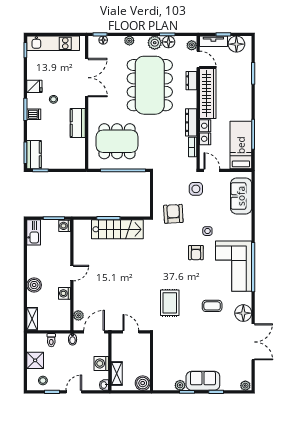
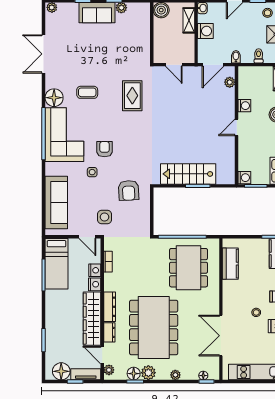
dresser: (191, 122) -> (110, 307), moved
kitchen counter: (78, 123) -> (230, 264), moved
dining table: (117, 141) -> (189, 268), turned 90
sofa: (241, 196) -> (56, 202), width x1.36
floor lamp: (243, 313) -> (54, 98), moved

